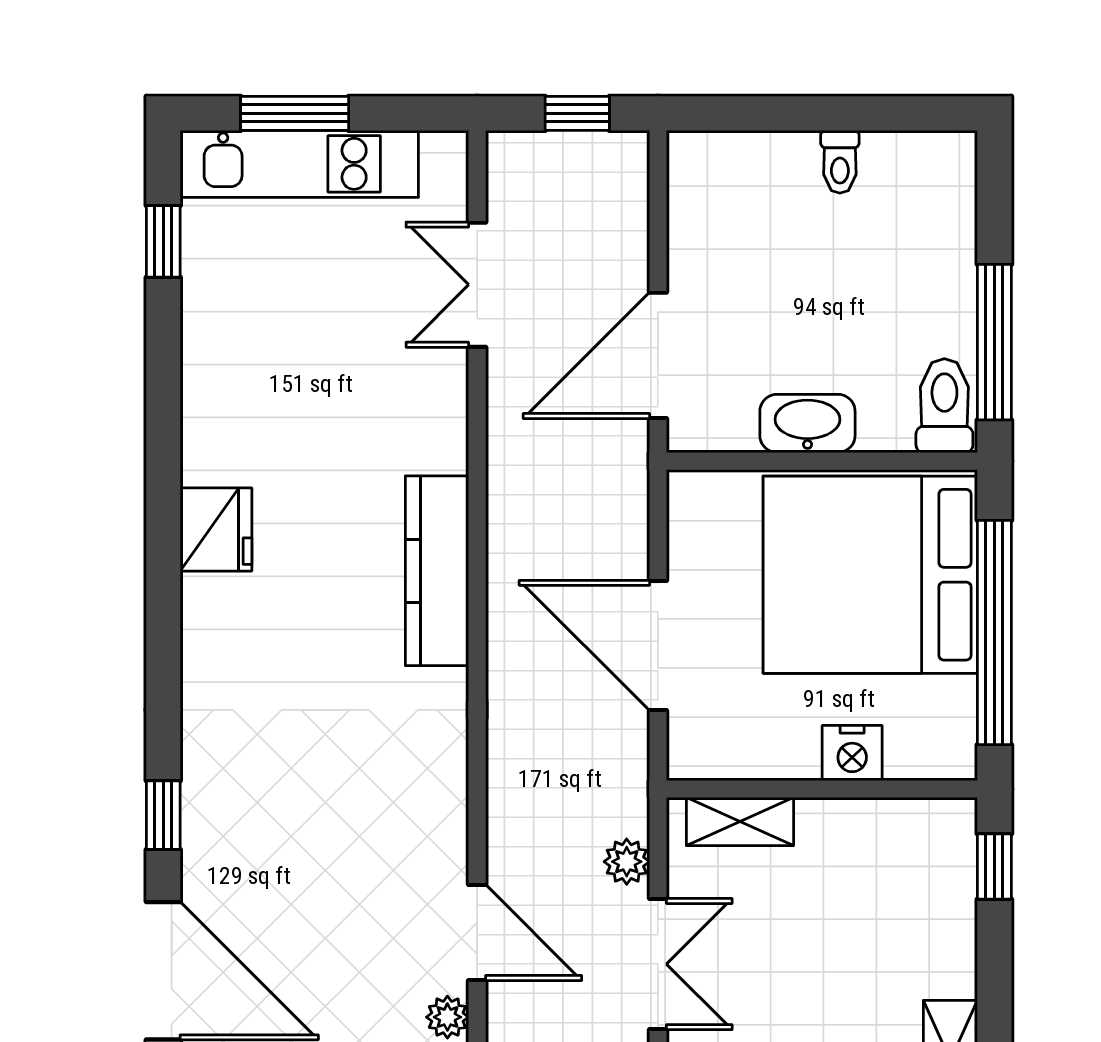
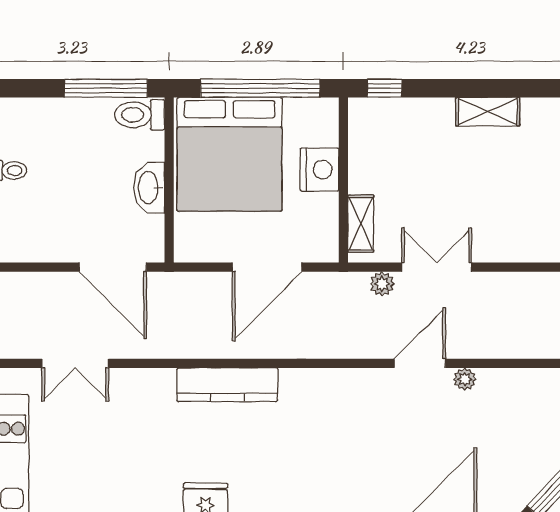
nightstand: (852, 753) -> (320, 170), width x1.36, depth x1.33

